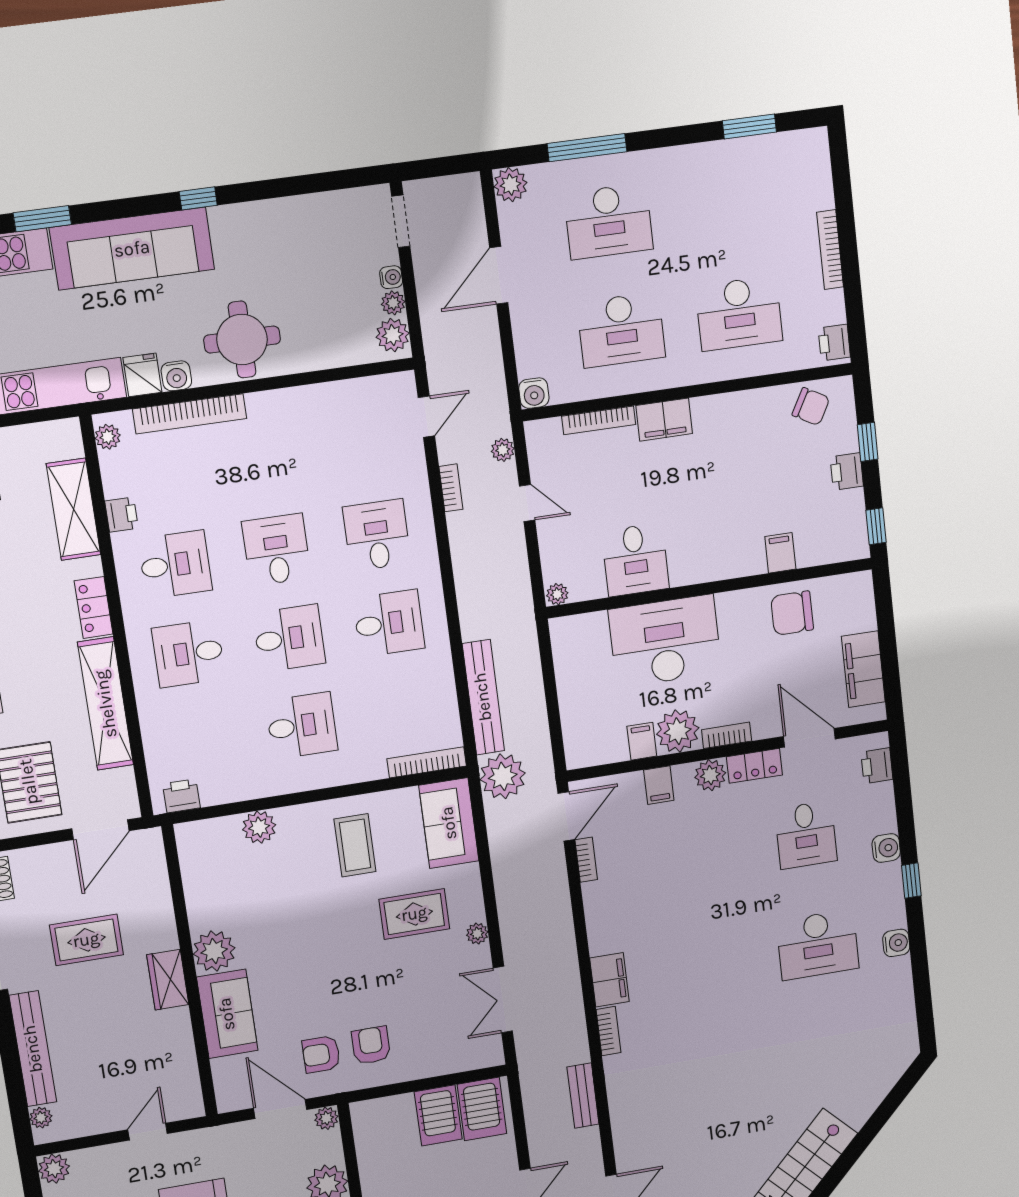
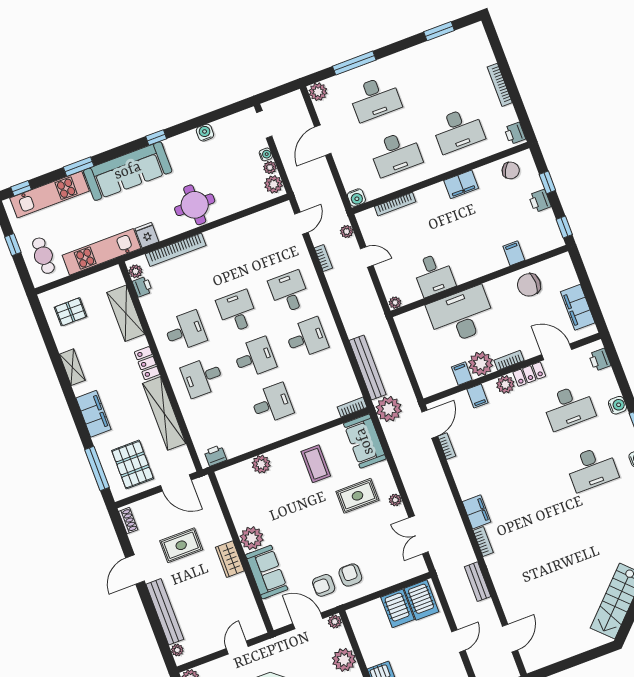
water cooler: (176, 376) -> (205, 133), moved, turned 180
filing cabinet: (664, 420) -> (461, 184), moved
printer: (121, 515) -> (142, 287), moved
bookcase: (427, 762) -> (352, 407), width x0.64
door: (100, 830) -> (176, 483), hinge flipped
desk: (806, 835) -> (569, 407), width x1.37

